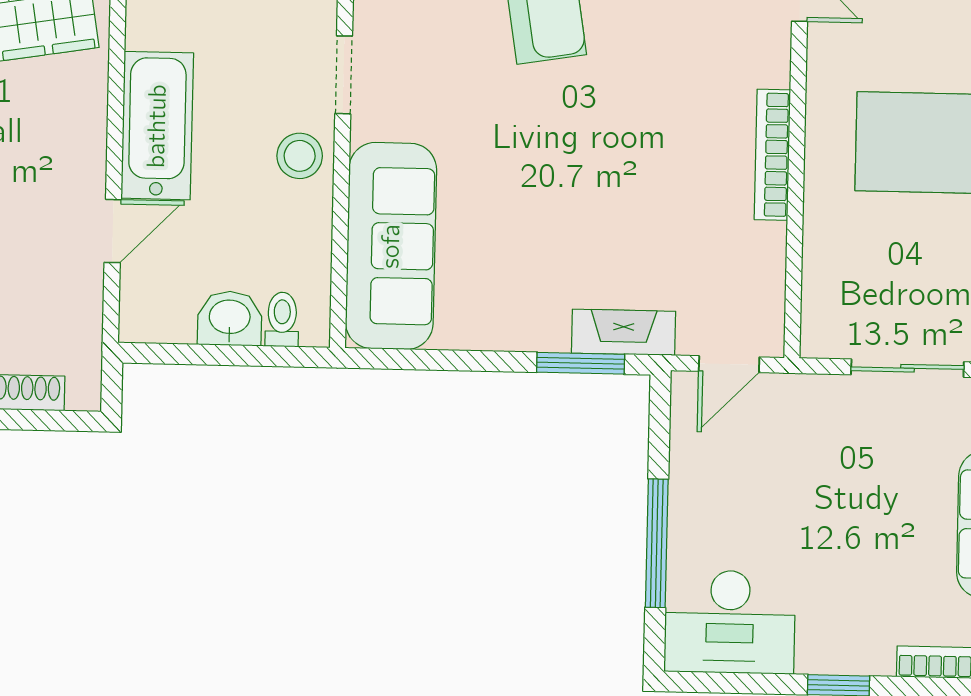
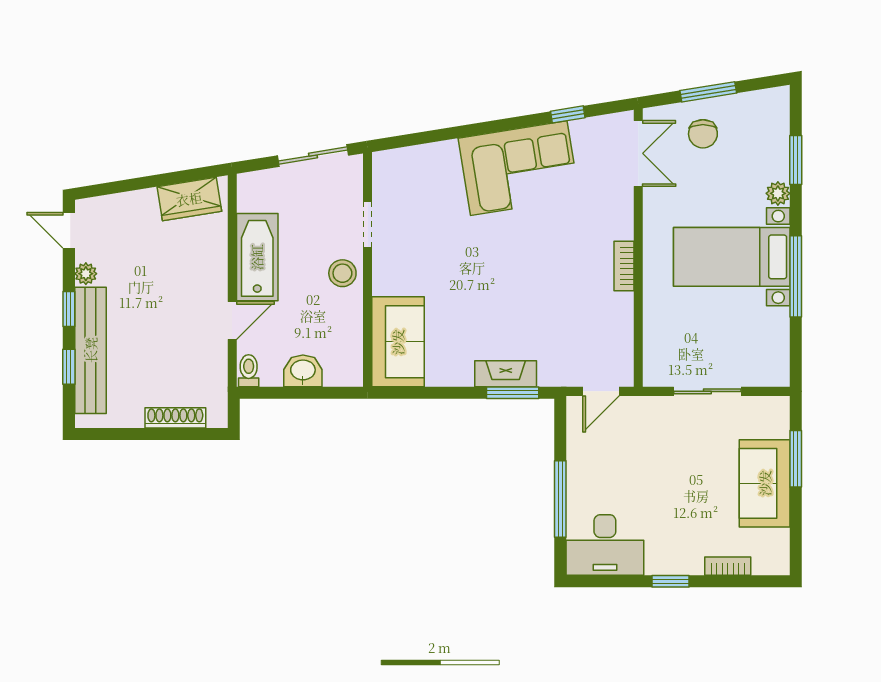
bookcase: (772, 155) -> (624, 266), width x0.64
sofa: (391, 246) -> (398, 342), width x0.73
toilet: (282, 319) -> (249, 371), moved
fireplace: (624, 332) -> (506, 374), moved

